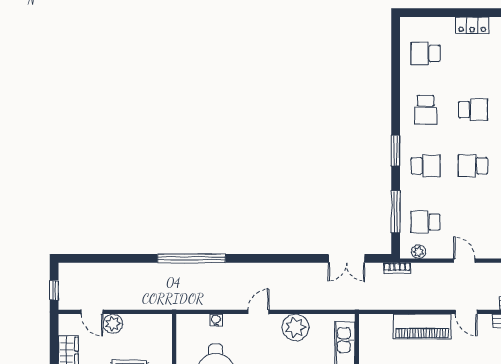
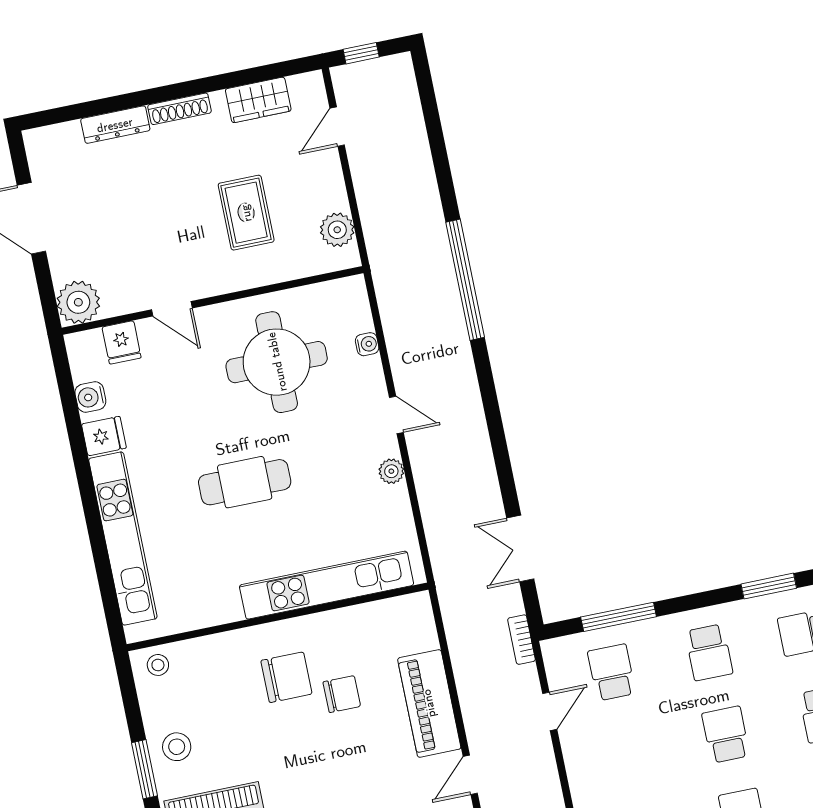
window: (396, 151) -> (769, 586), moved
plant: (419, 252) -> (558, 671), removed
door: (464, 261) -> (550, 711), moved
plant: (113, 324) -> (337, 230), moved
plant: (295, 327) -> (391, 471), width x0.53, depth x0.53

